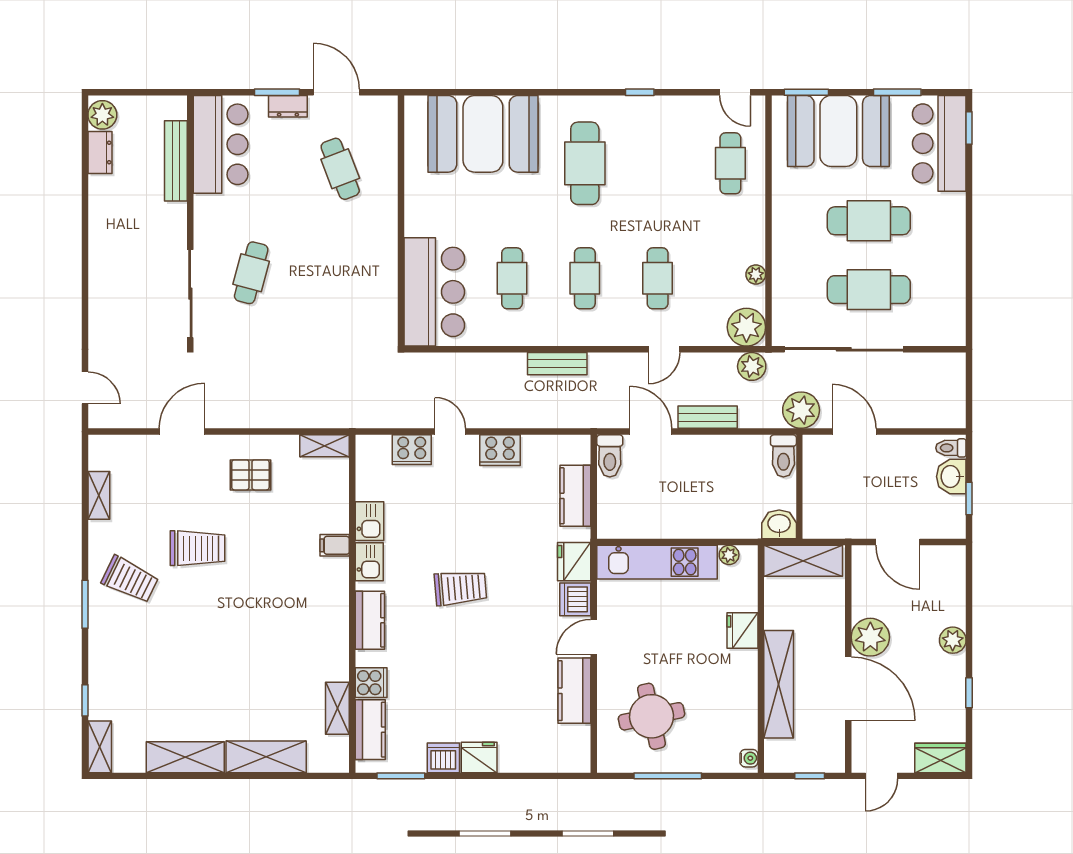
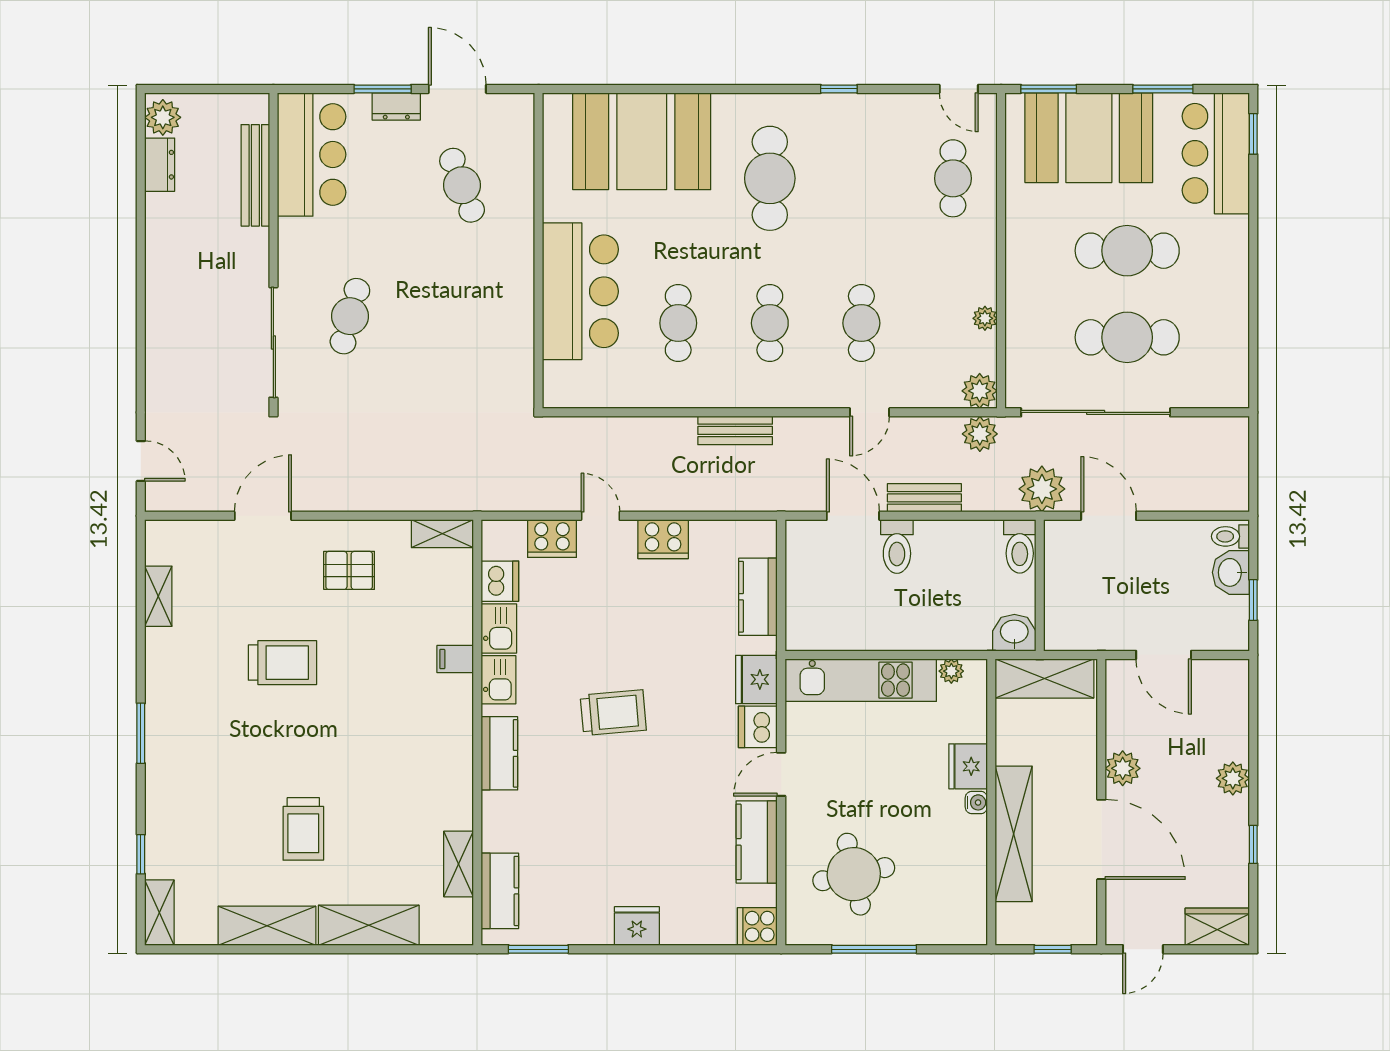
bar counter: (434, 292) -> (580, 291), moved
plant: (746, 327) -> (980, 391), width x0.73, depth x0.73
toilet: (610, 456) -> (897, 546), moved
trolley: (130, 580) -> (303, 829), moved, turned 64
plant: (870, 637) -> (1123, 768), width x0.73, depth x0.73
cooker: (371, 683) -> (757, 926), moved, turned 180
dishwasher: (443, 758) -> (500, 581), moved, turned 90
water cooler: (749, 758) -> (976, 802), moved

